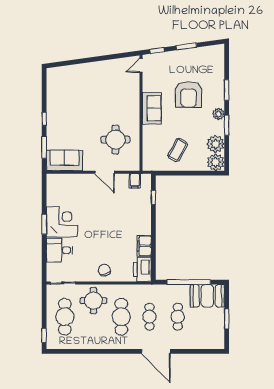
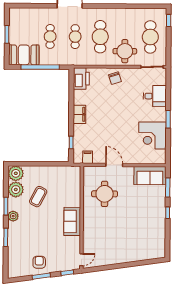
armchair: (188, 94) -> (39, 262), moved, width x0.53, depth x0.53
coffee table: (178, 150) -> (38, 197), moved
corner desk: (62, 222) -> (152, 135), moved
filing cabinet: (144, 246) -> (79, 114), moved

